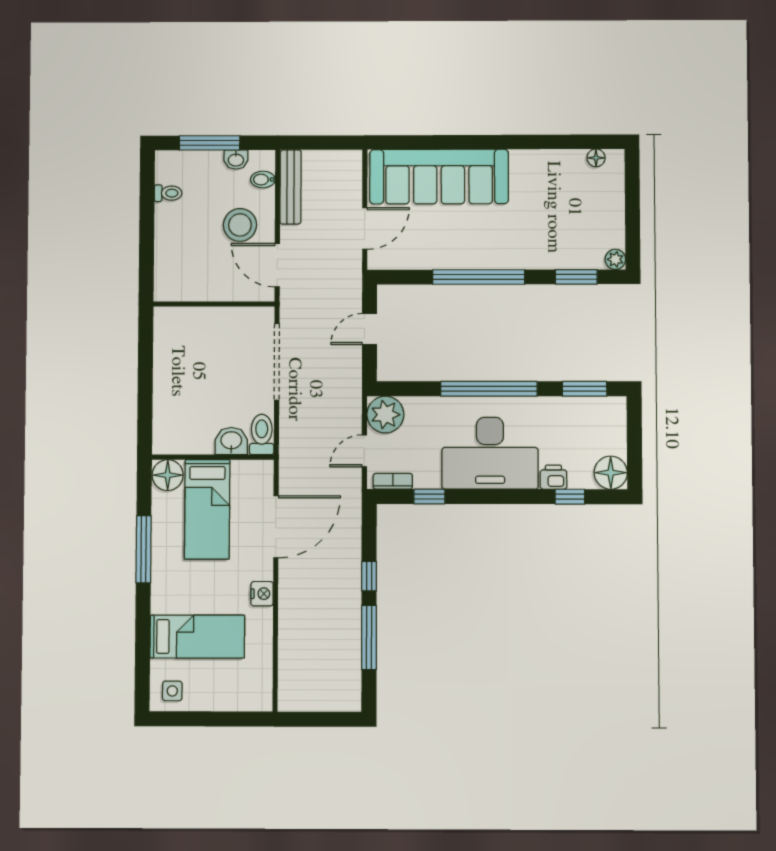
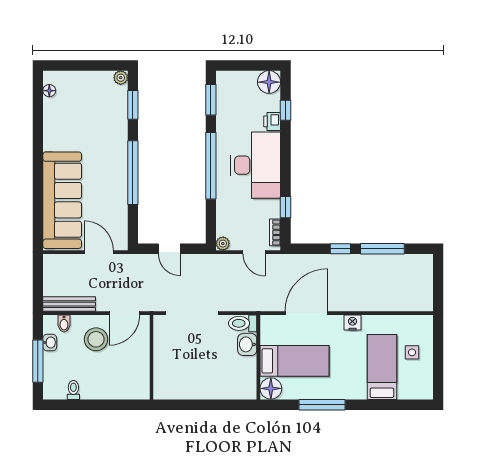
plant: (385, 415) -> (223, 244), width x0.53, depth x0.53
door: (276, 527) -> (306, 313), hinge flipped
side table: (172, 691) -> (412, 352), moved

